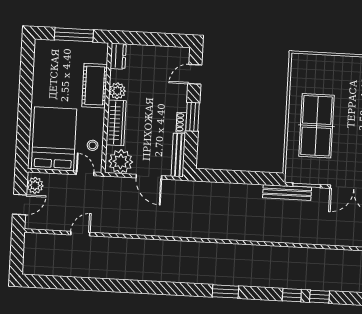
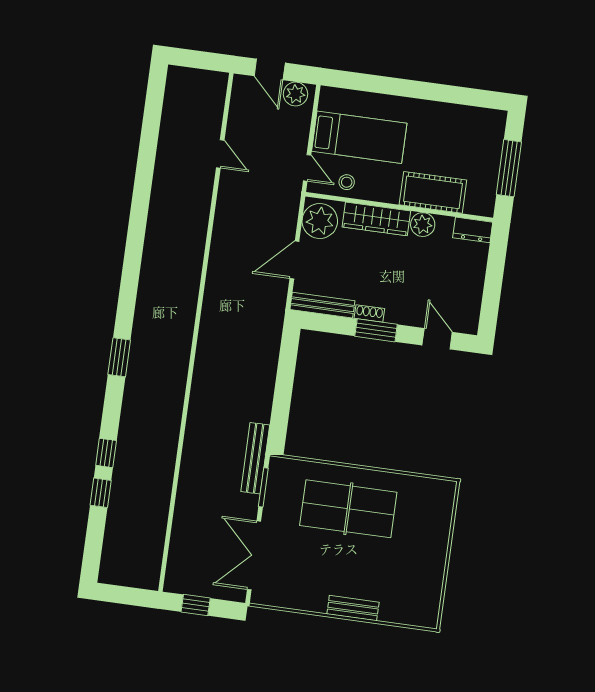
bed: (54, 139) -> (359, 137), width x0.67
door: (85, 173) -> (307, 168), hinge flipped

